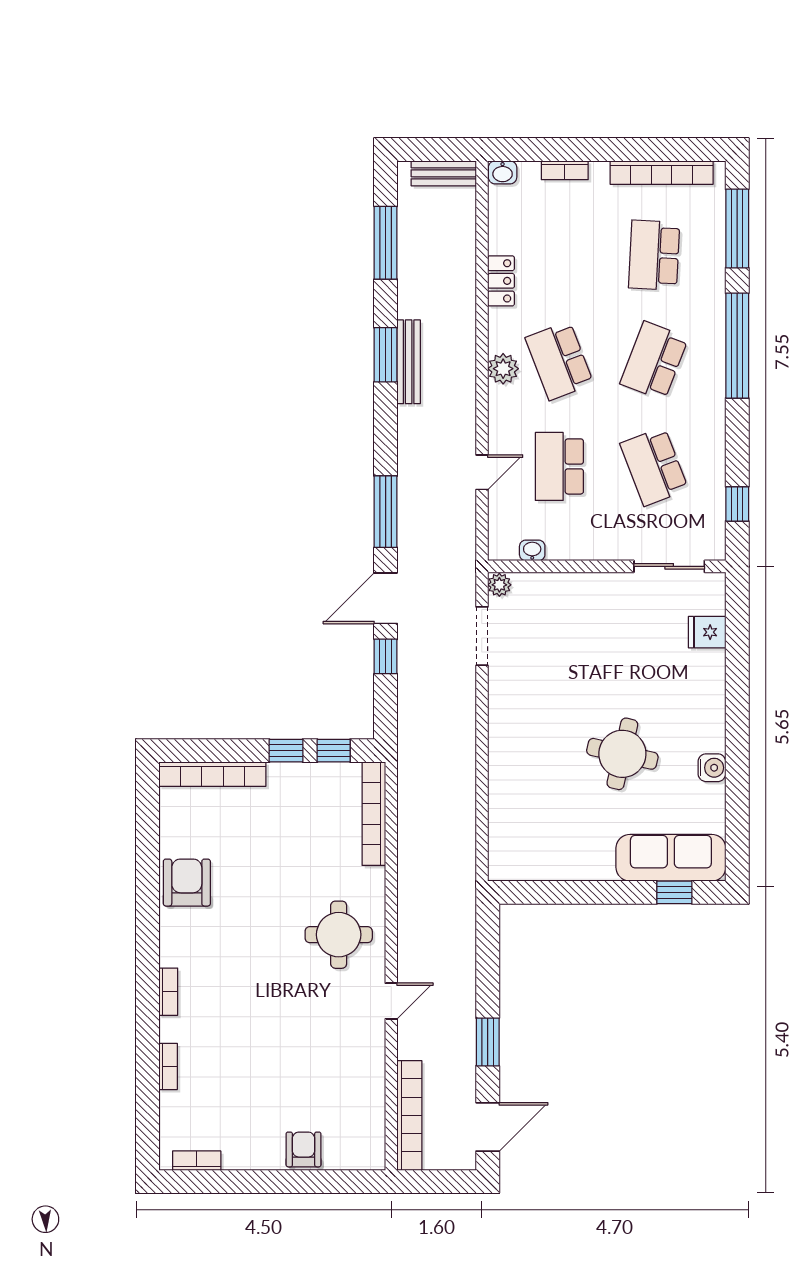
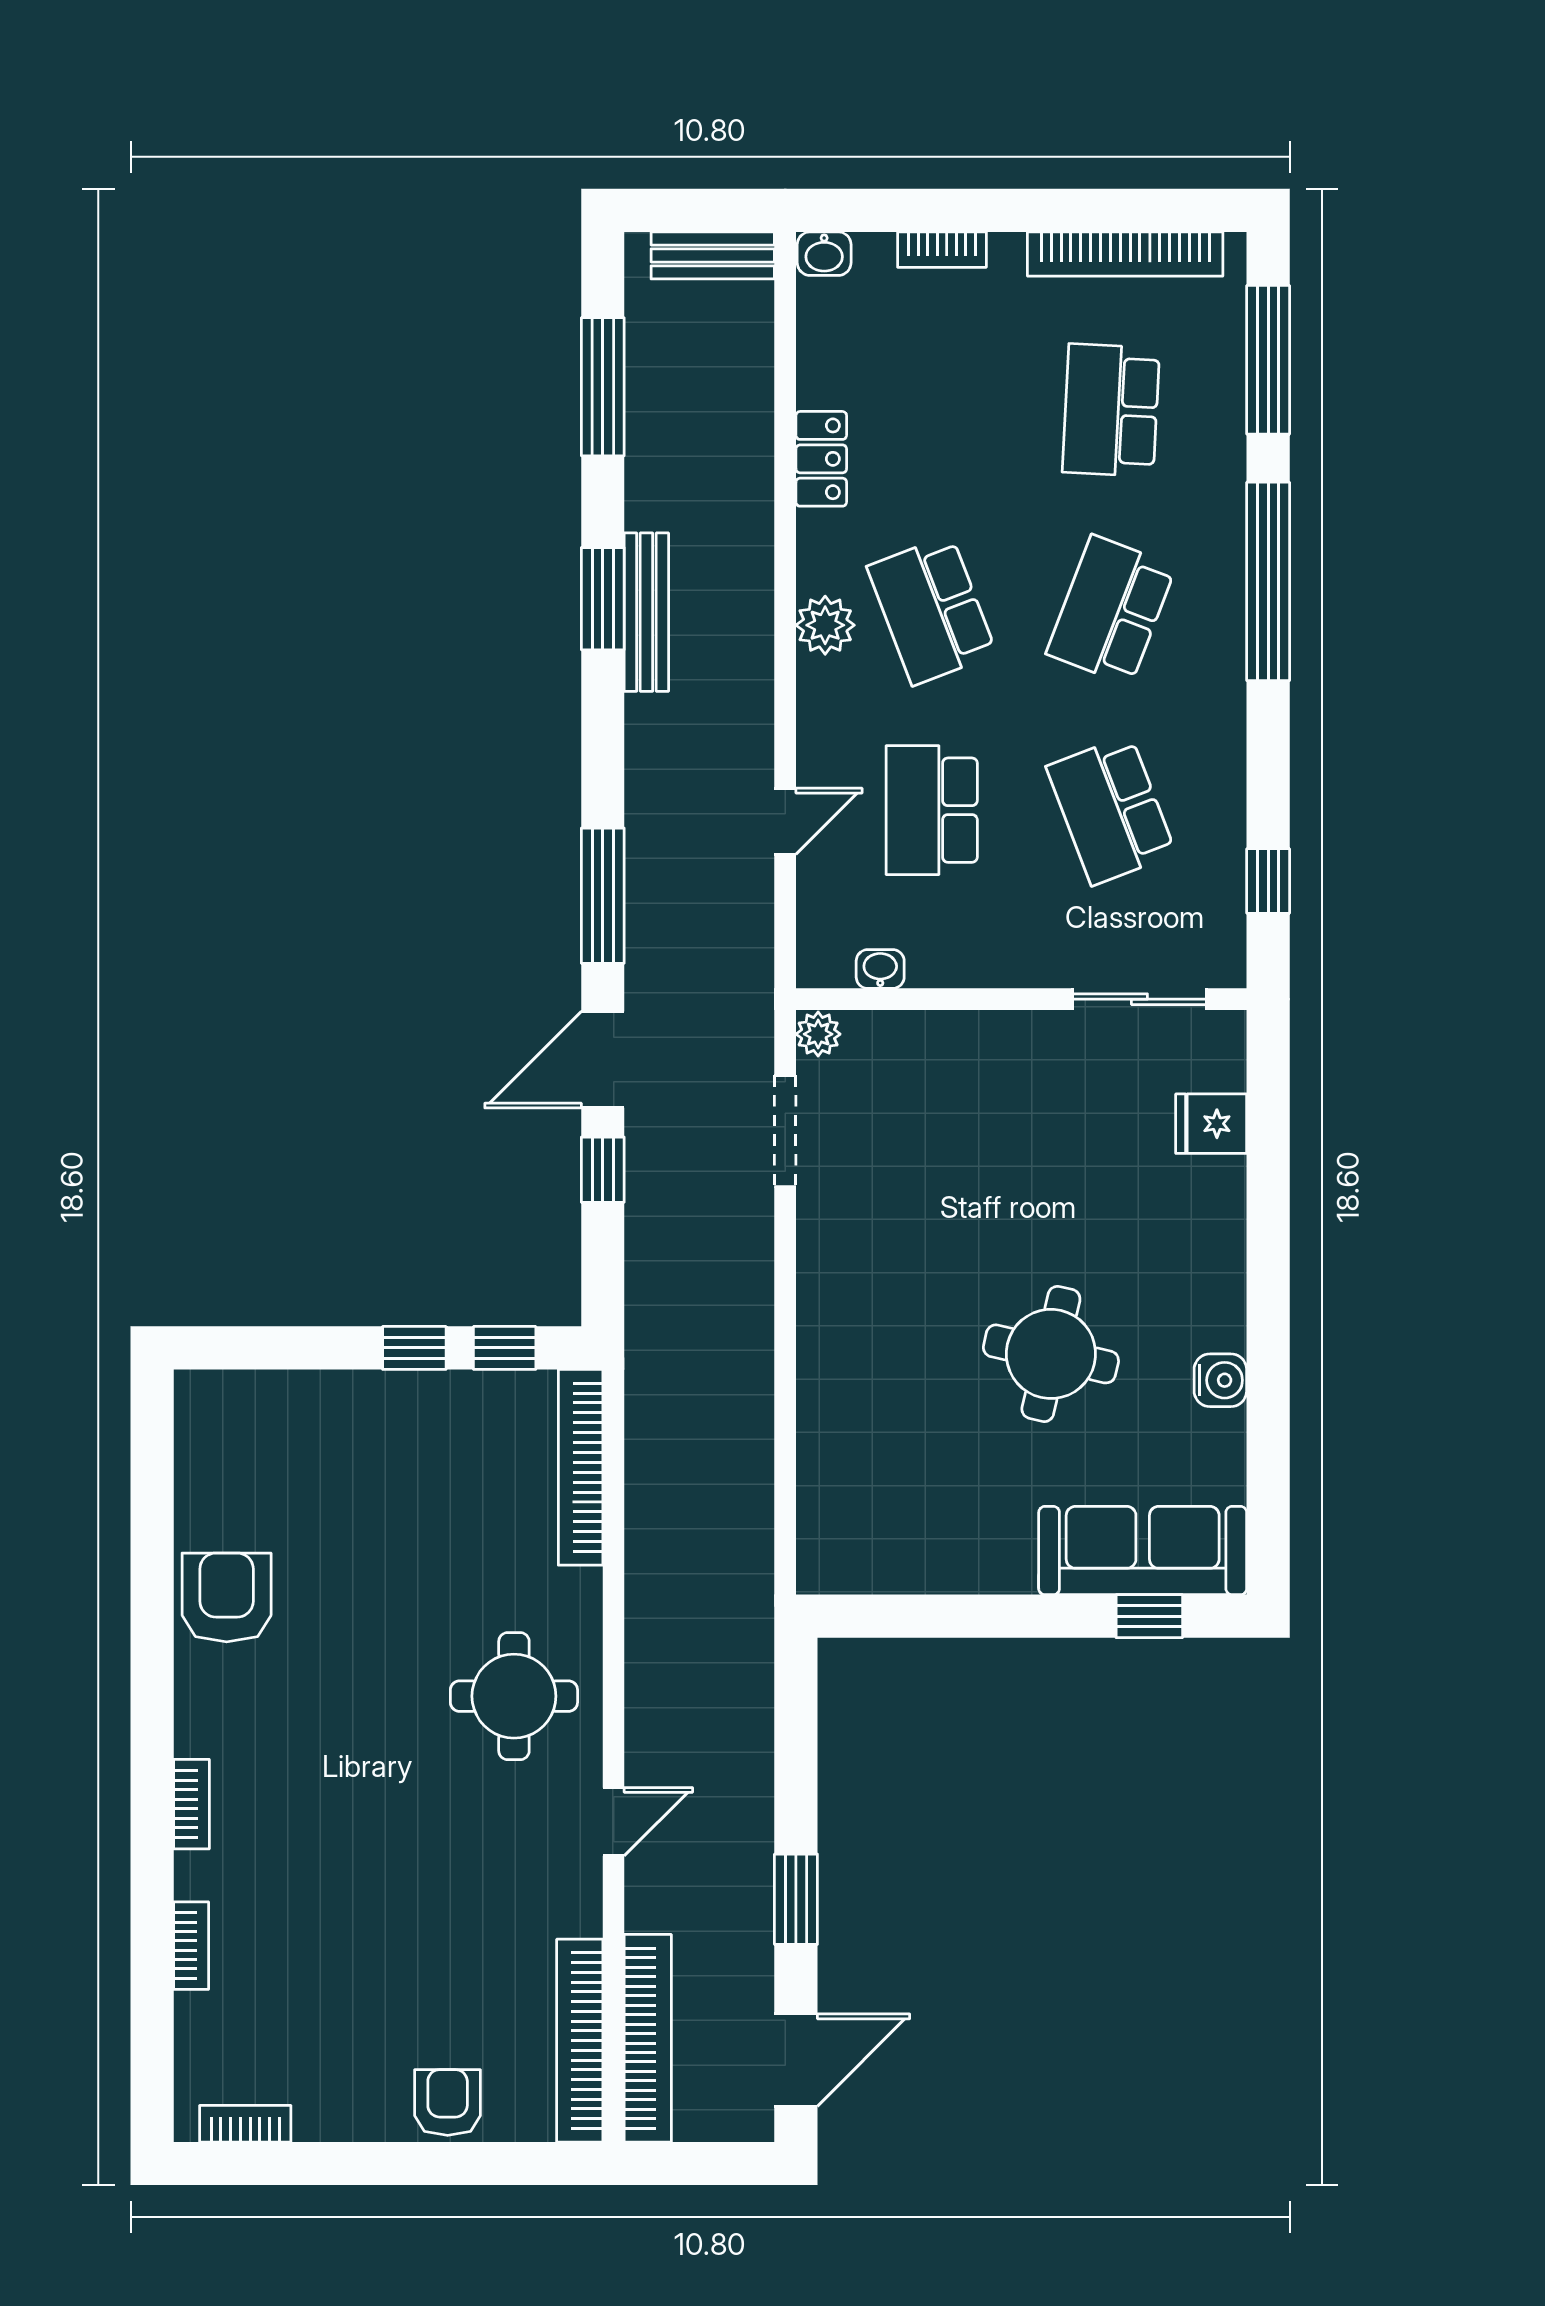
bookcase: (212, 774) -> (580, 2041), moved, turned 90

